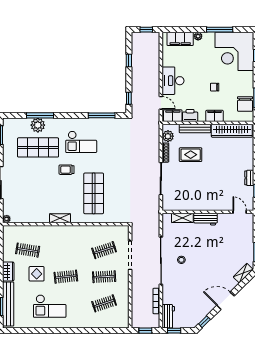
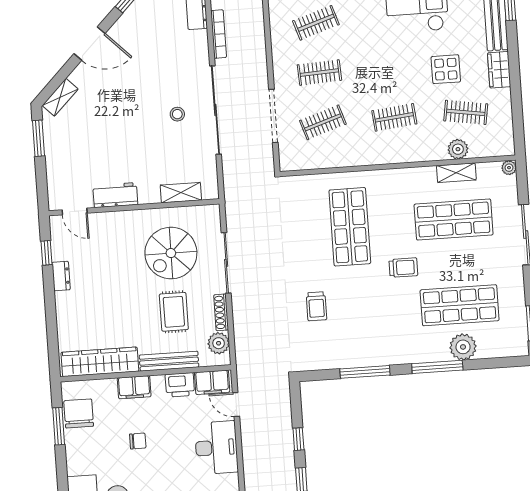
window: (129, 98) -> (298, 439), moved
window: (40, 115) -> (437, 367), moved
window: (102, 115) -> (365, 372), moved
checkout: (81, 142) -> (380, 321), removed
trolley: (114, 152) -> (316, 306), added
rug: (191, 155) -> (174, 312), turned 90
spiral stairs: (190, 186) -> (171, 253), added
shop shelf: (38, 193) -> (454, 220), added
shelving: (60, 218) -> (456, 173), moved
workbench: (206, 219) -> (115, 195), moved
plant: (33, 231) -> (458, 149), added
clothes rail: (66, 277) -> (394, 117), moved

